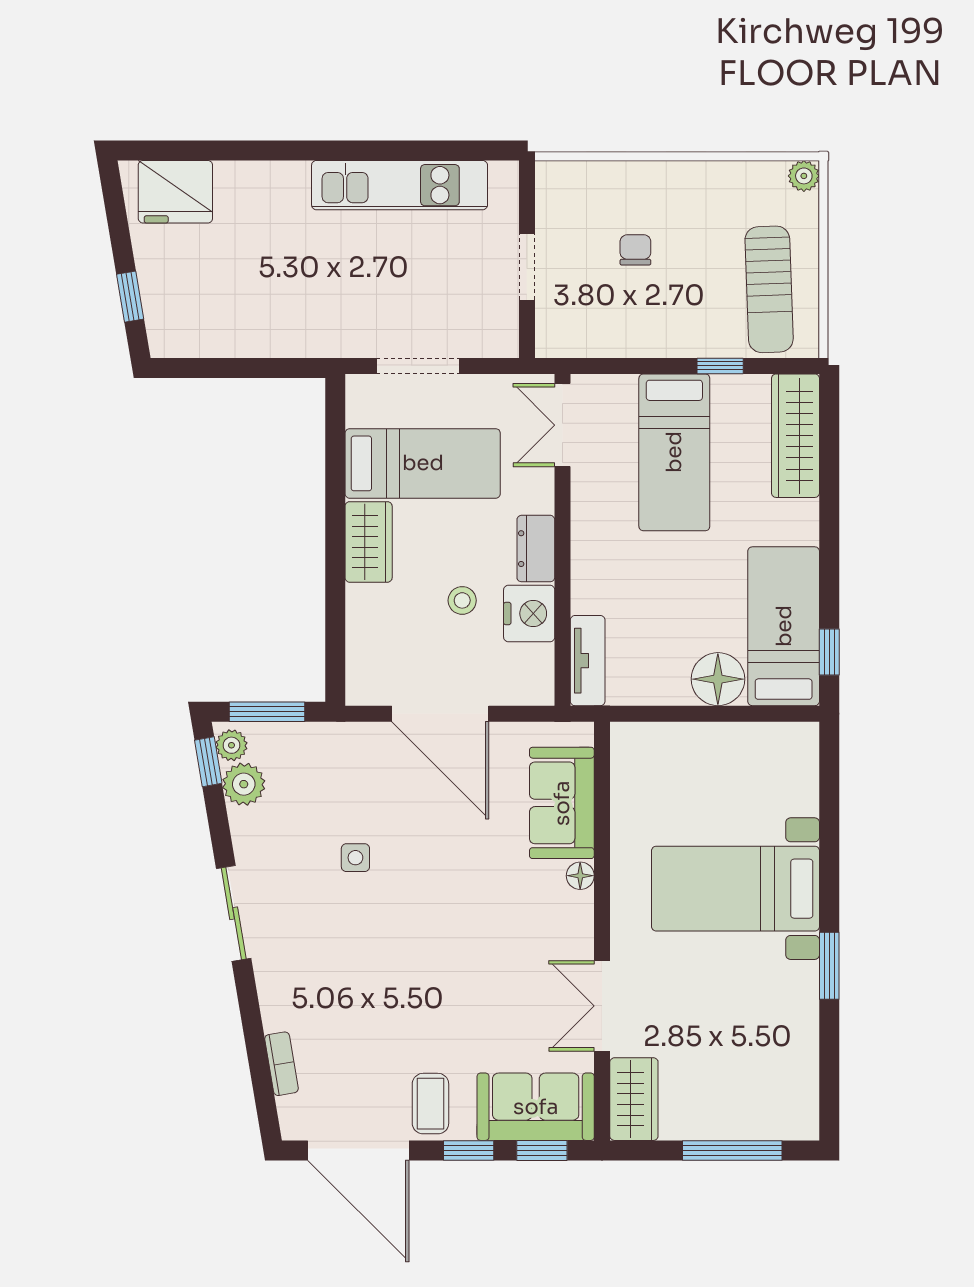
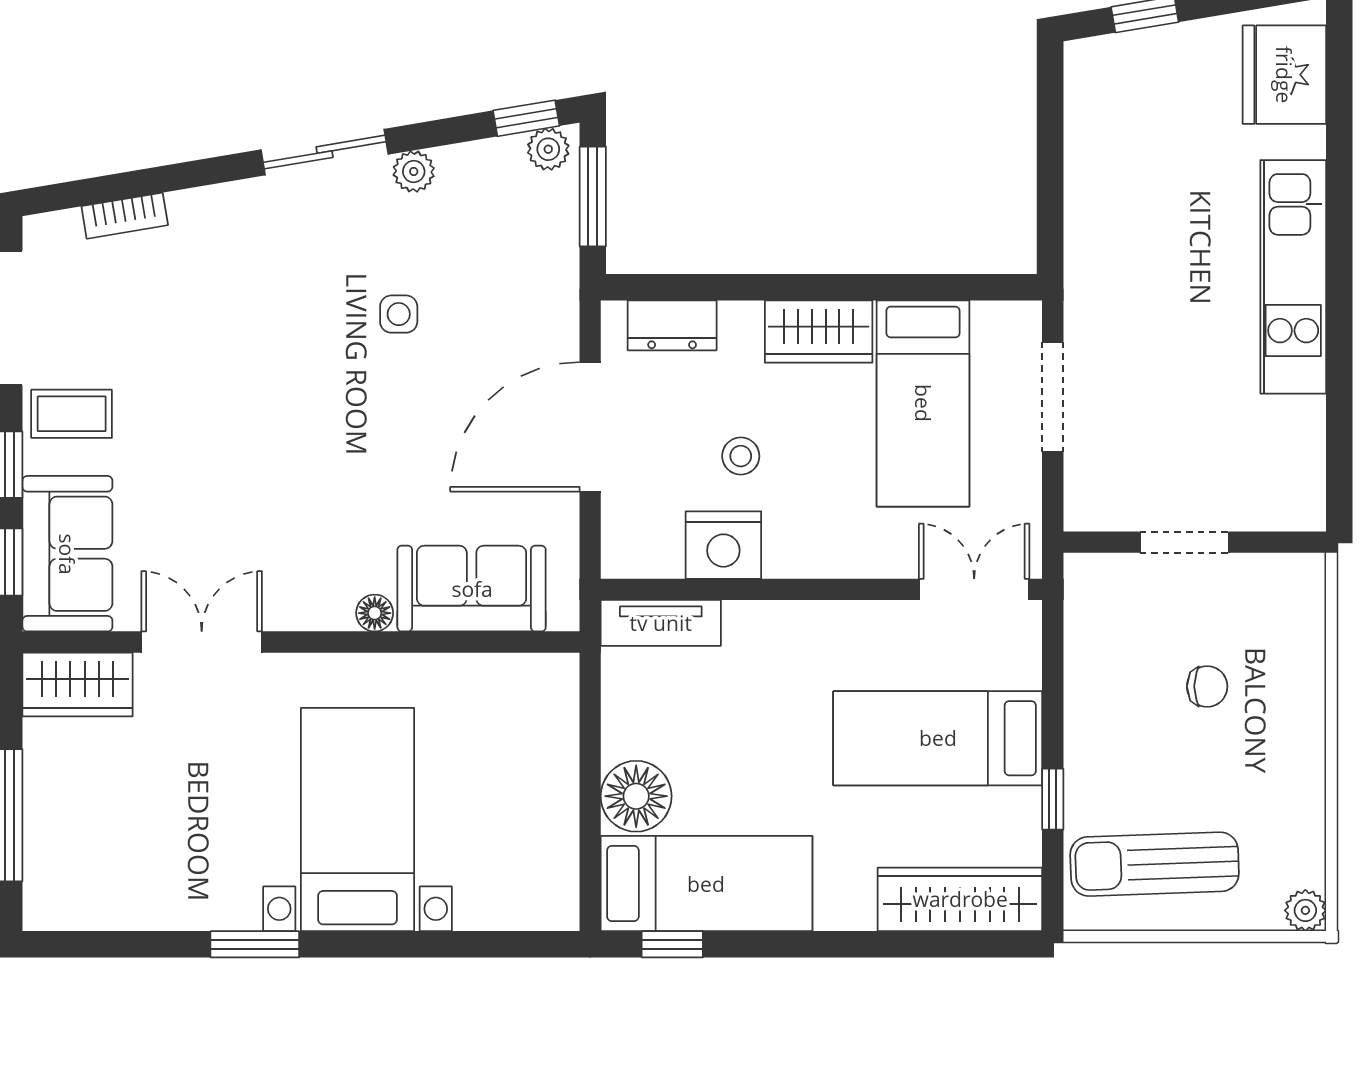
kitchen unit: (400, 185) -> (1293, 277), moved
dresser: (536, 549) -> (672, 325), moved, turned 180
plant: (244, 784) -> (414, 171), moved, width x0.73, depth x0.73

